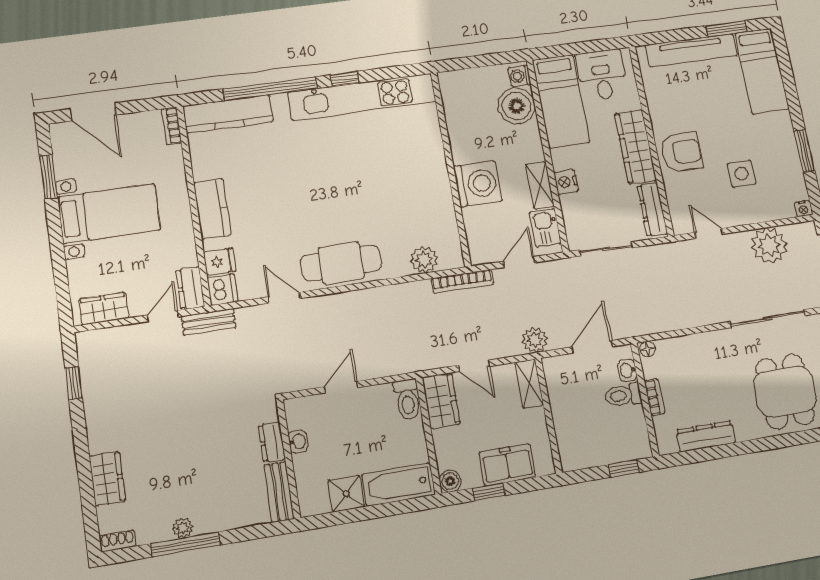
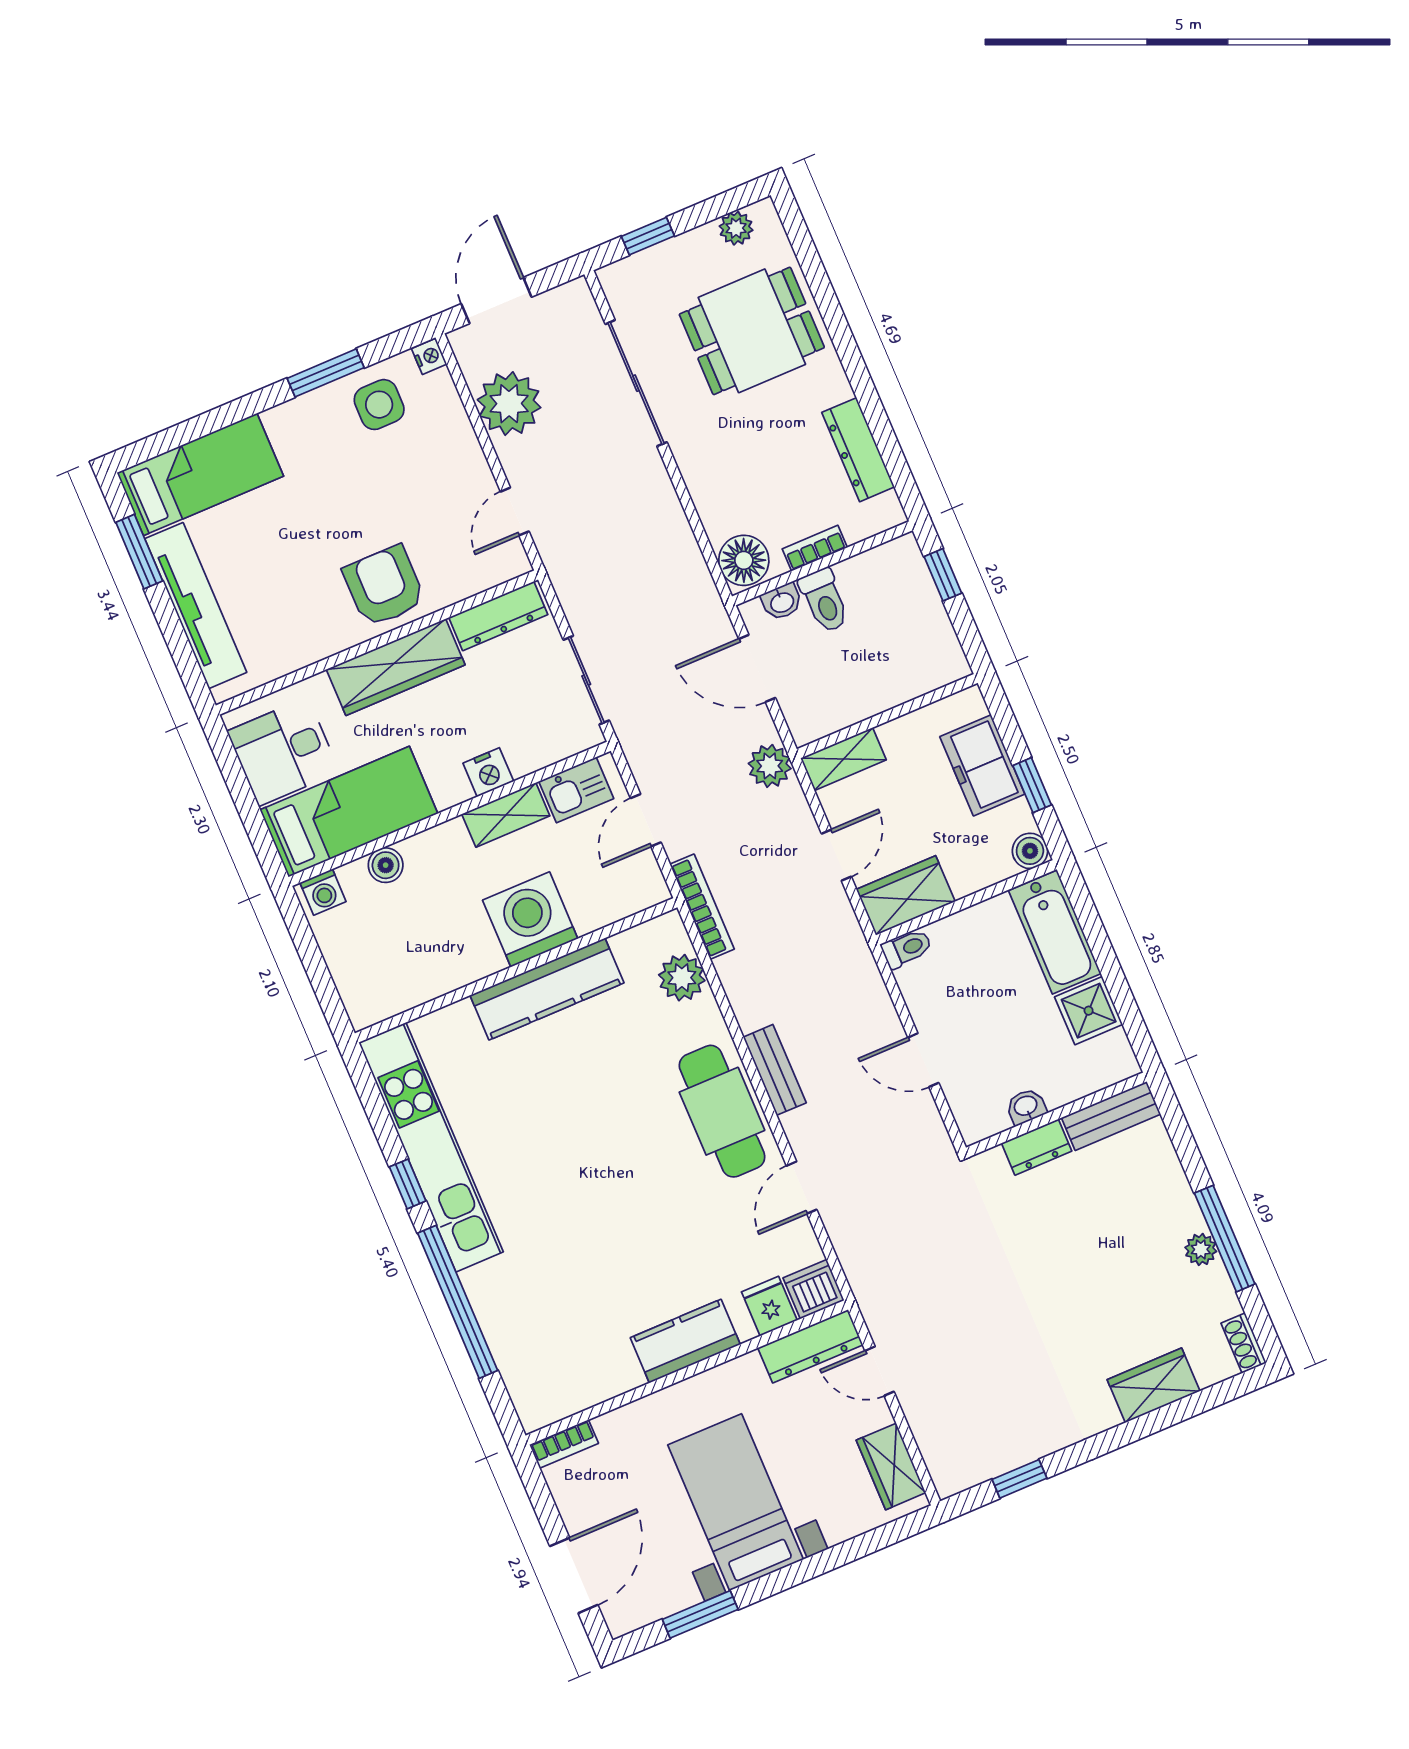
boiler: (517, 106) -> (386, 865), width x0.54, depth x0.54
kitchen counter: (228, 114) -> (547, 989), moved, turned 90
side table: (742, 174) -> (379, 405), moved
door: (519, 262) -> (646, 820), hinge flipped
dresser: (190, 288) -> (810, 1346), width x1.44
bench: (209, 322) -> (775, 1070), moved
floor lamp: (648, 349) -> (744, 560), width x1.89, depth x1.89
toilet: (407, 399) -> (907, 948), width x0.73, depth x0.72

